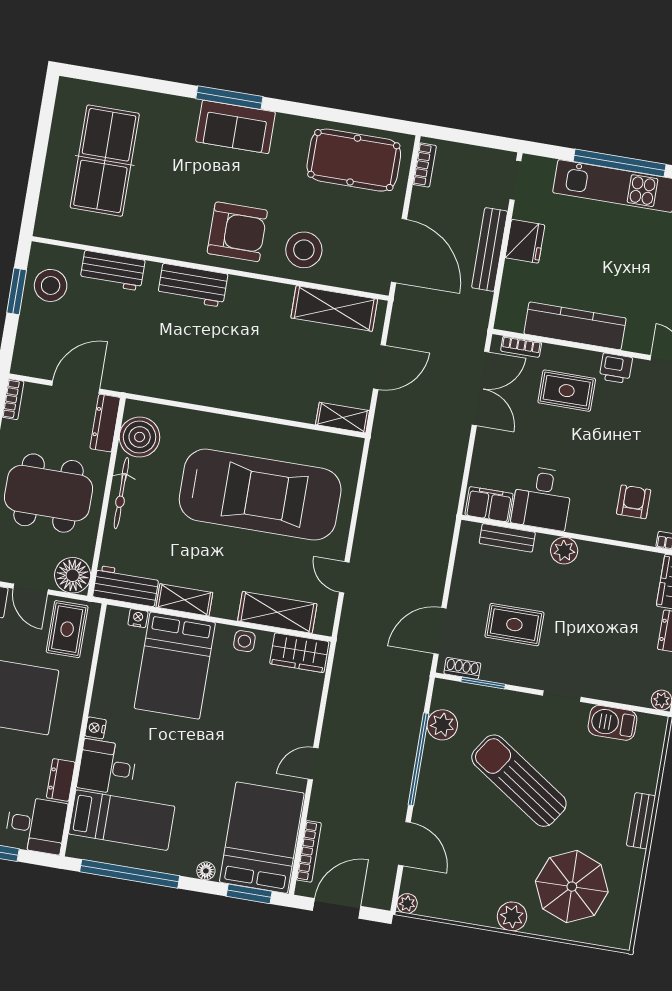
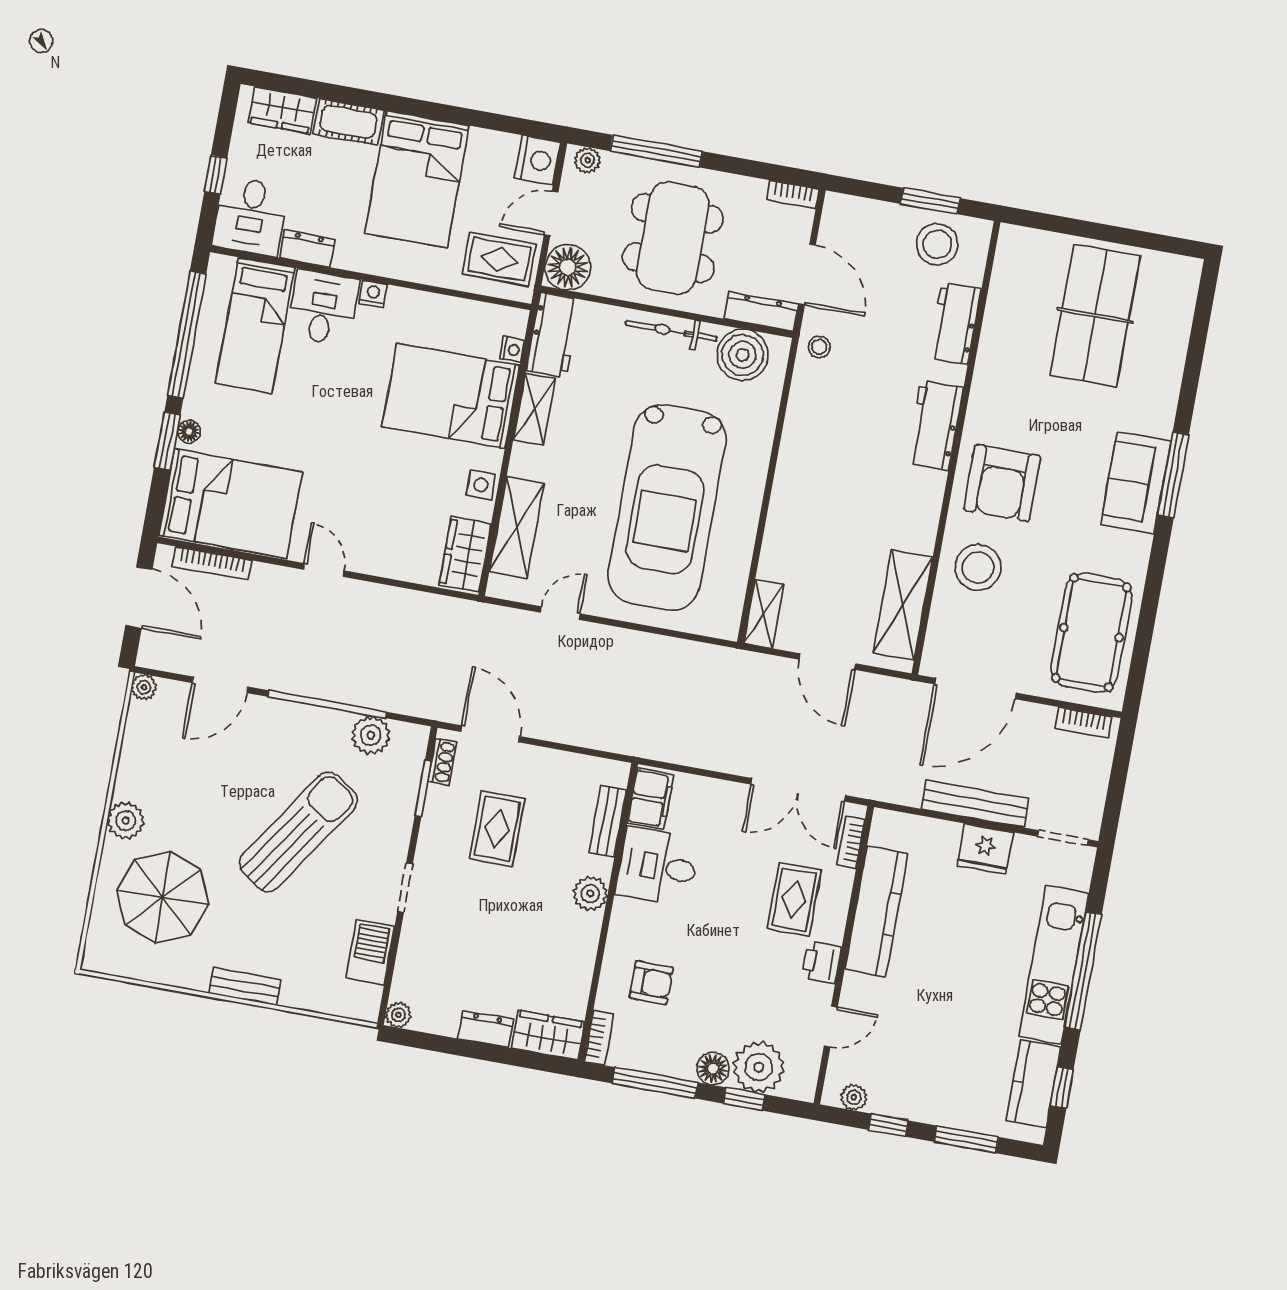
table tennis table: (105, 161) -> (1095, 315), turned 90
stool: (132, 377) -> (819, 347), added
window: (249, 894) -> (167, 441), moved

